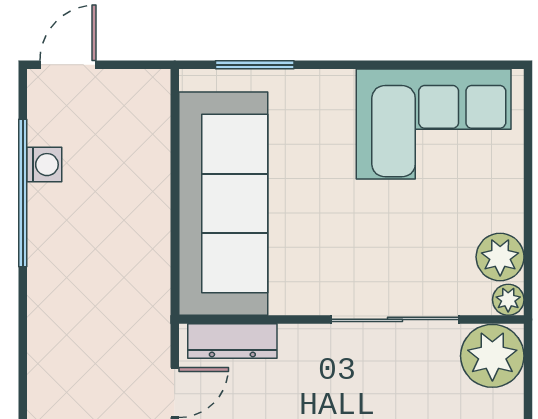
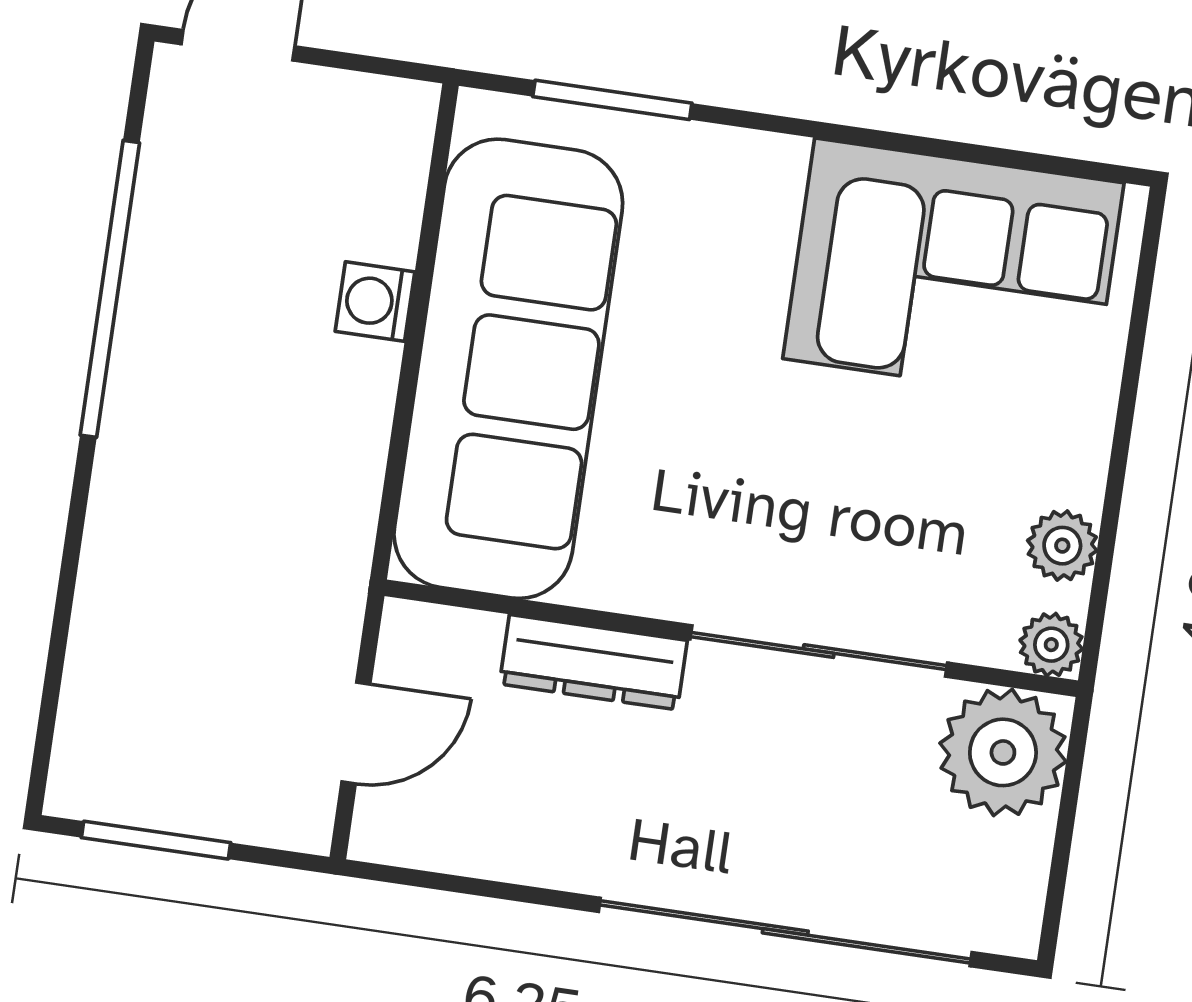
washing machine: (44, 165) -> (375, 302), moved, turned 180
plant: (500, 257) -> (1062, 546), width x0.73, depth x0.73
dresser: (232, 341) -> (593, 662), moved

